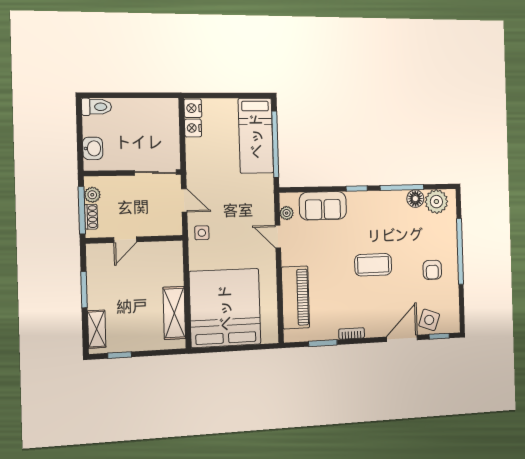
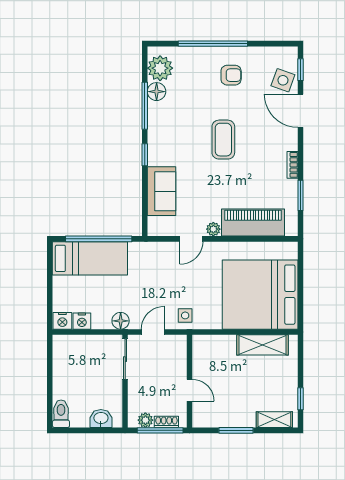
floor lamp: (195, 167) -> (121, 321), added
plant: (287, 213) -> (213, 229), moved

